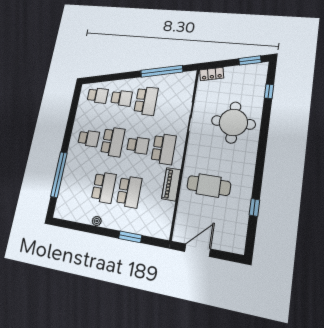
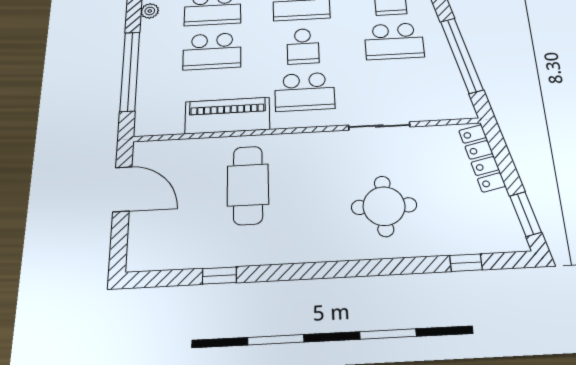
locker: (212, 74) -> (482, 158), width x1.53
round table: (233, 122) -> (384, 206), width x0.73, depth x0.73
piano: (171, 184) -> (227, 116), width x1.37, depth x1.33
window: (130, 237) -> (130, 71), width x2.11

